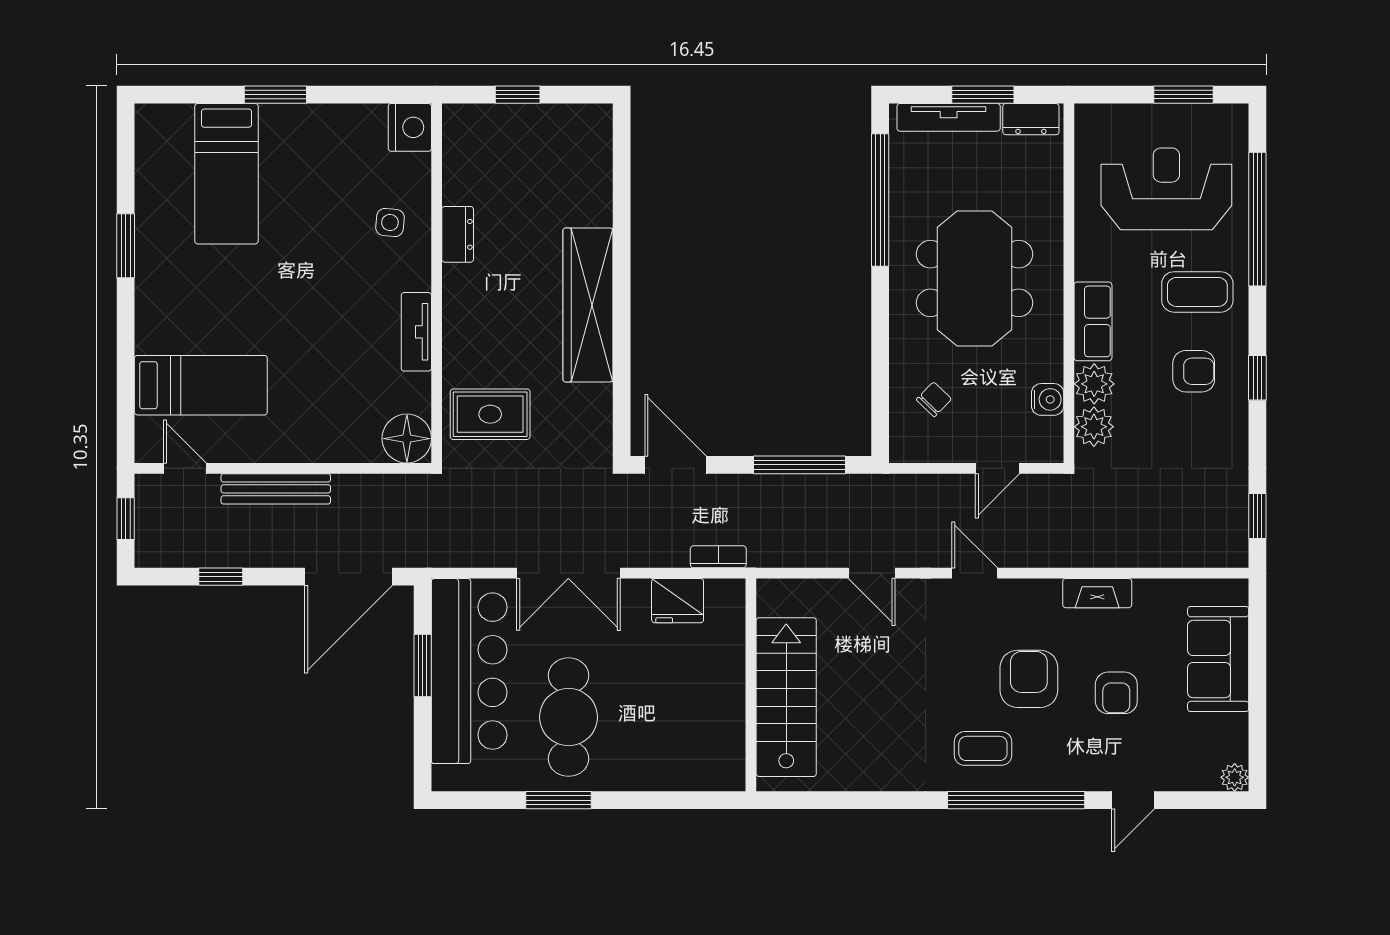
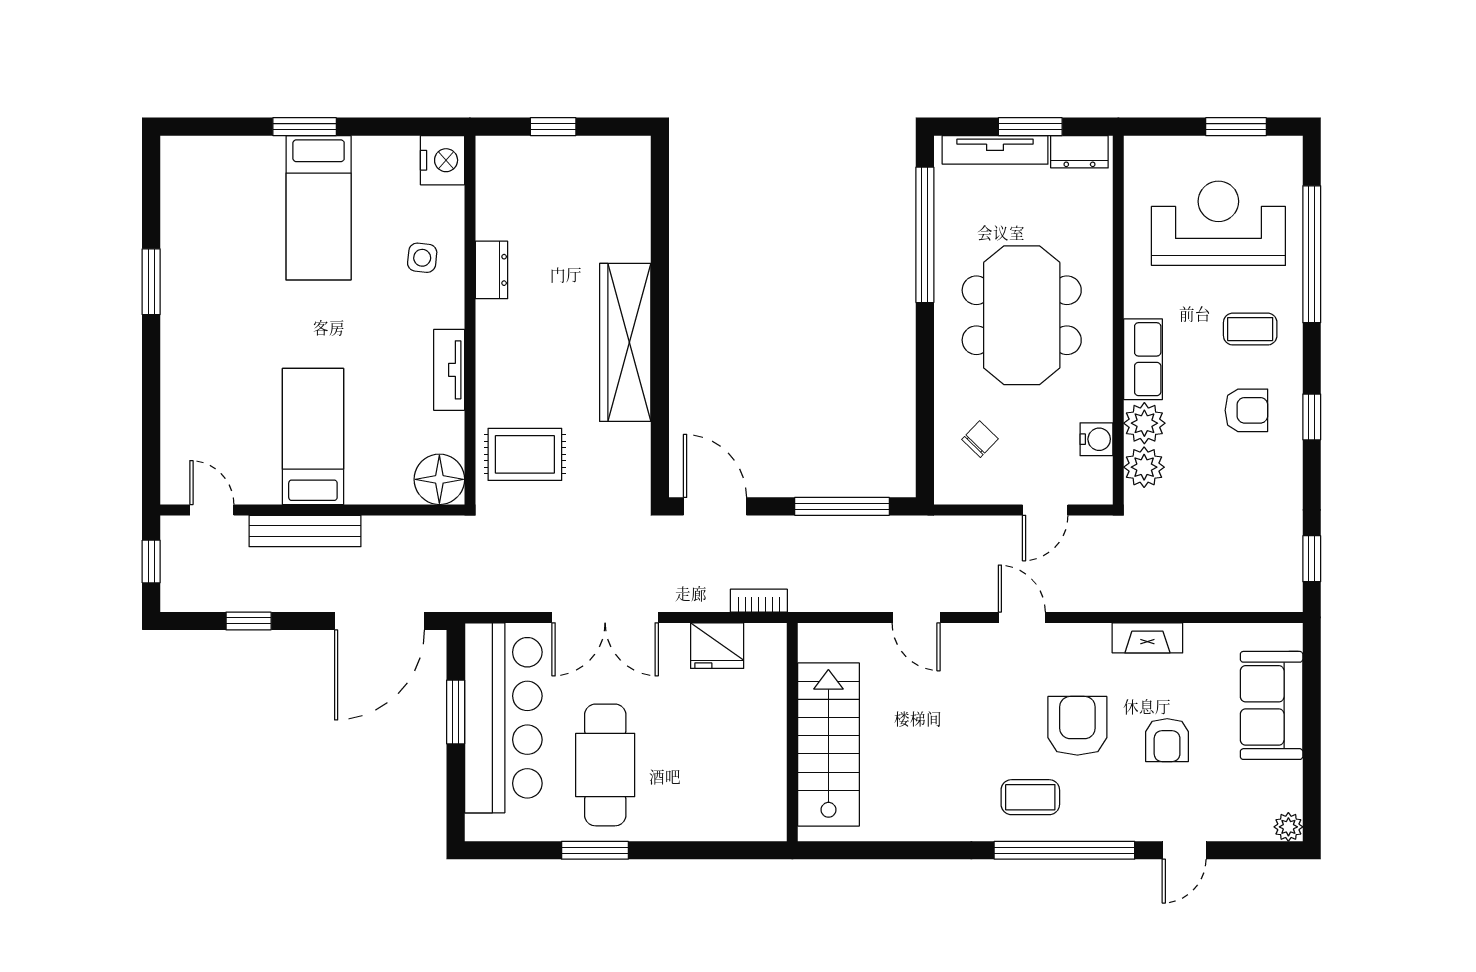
bed: (227, 174) -> (319, 208), moved
coffee table: (1197, 292) -> (1250, 329), width x0.73, depth x0.77
bed: (201, 385) -> (313, 436), moved, turned -90

